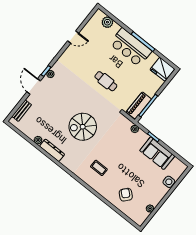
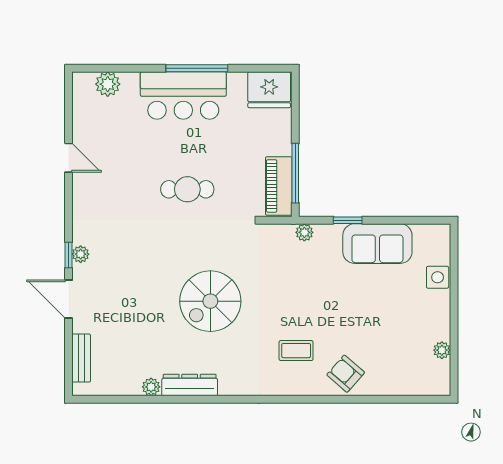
door: (73, 37) -> (69, 158), hinge flipped
armchair: (126, 195) -> (346, 374), moved

